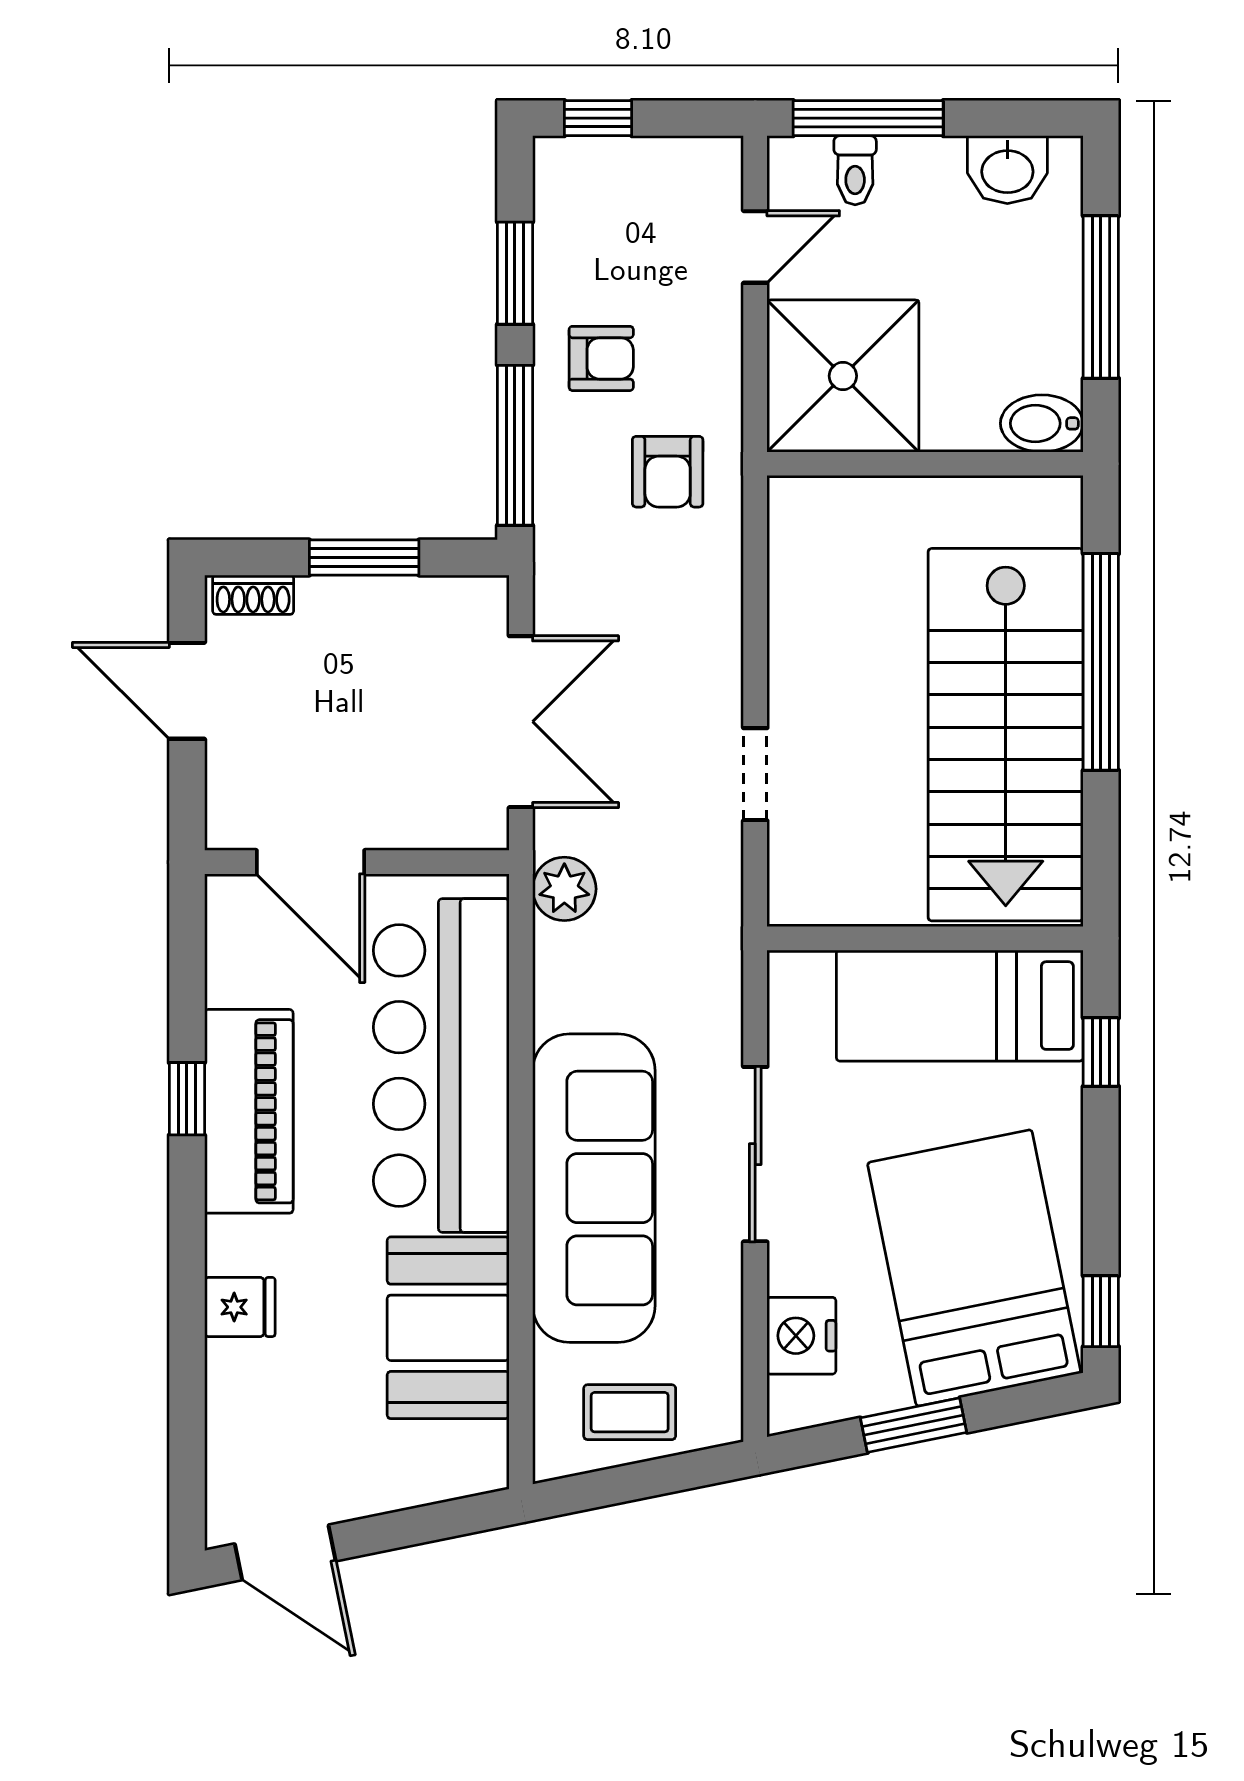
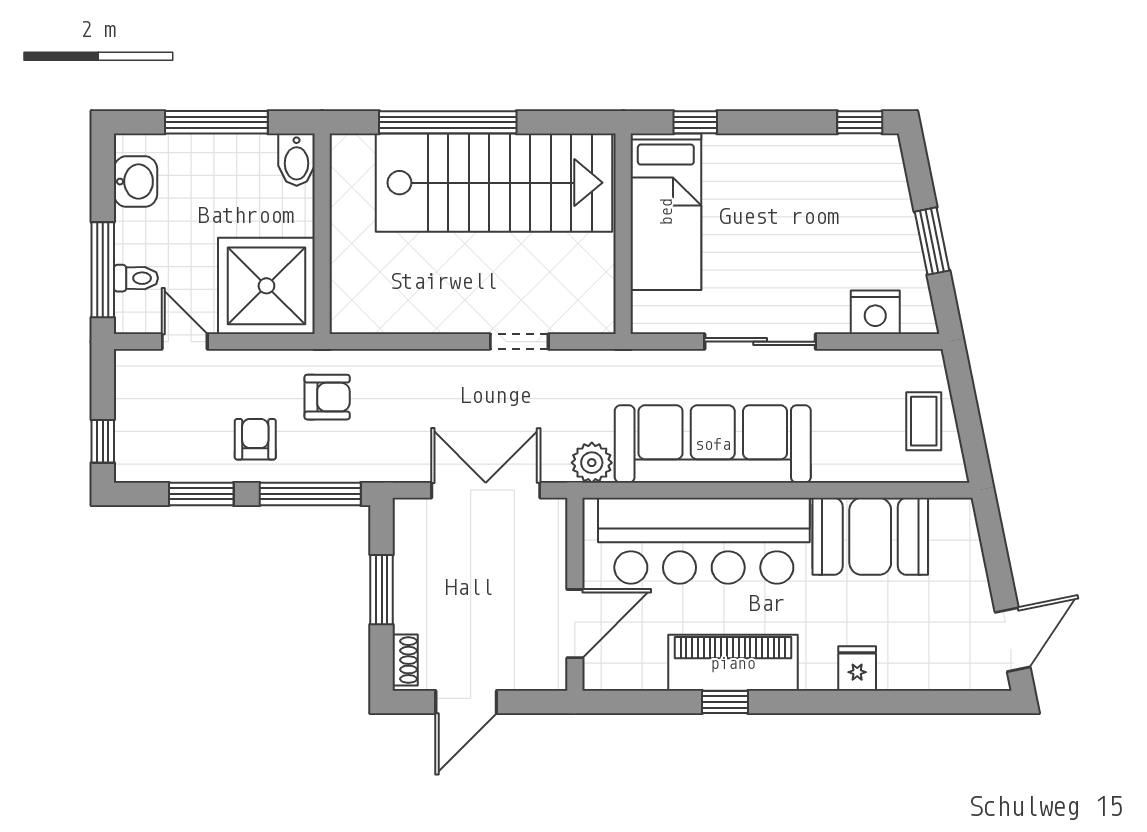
sofa: (594, 1188) -> (713, 444), moved
bed: (974, 1268) -> (832, 203), removed

